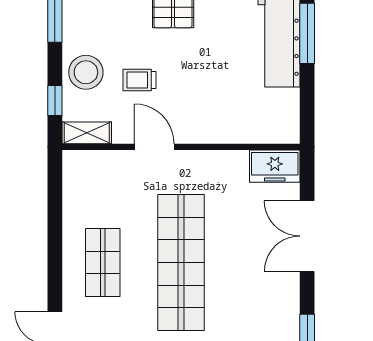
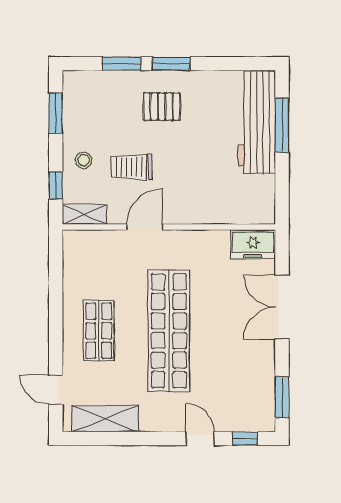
stool: (86, 72) -> (84, 160), width x0.53, depth x0.53
trolley: (140, 80) -> (132, 167), width x1.36, depth x1.39
door: (154, 147) -> (145, 227), hinge flipped

